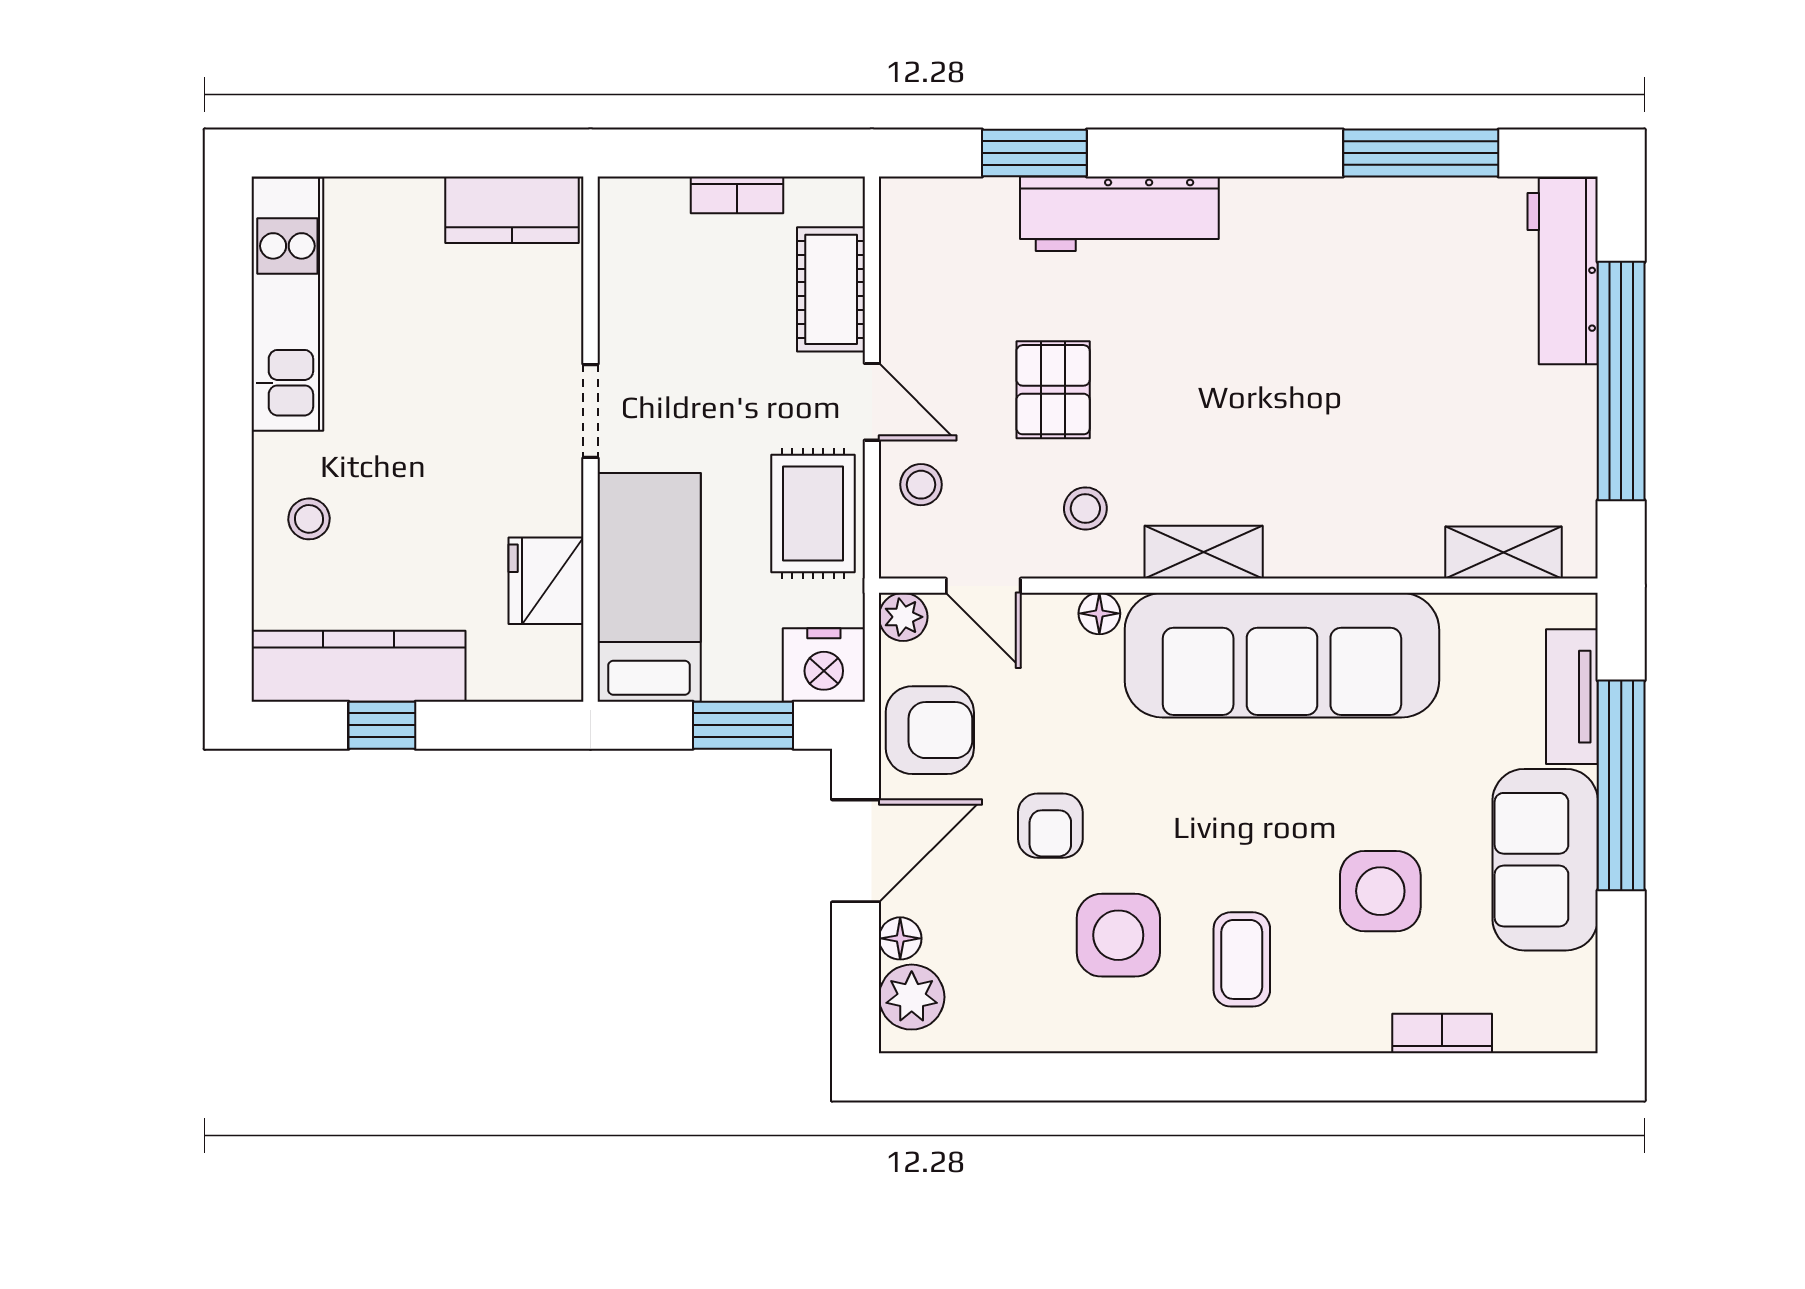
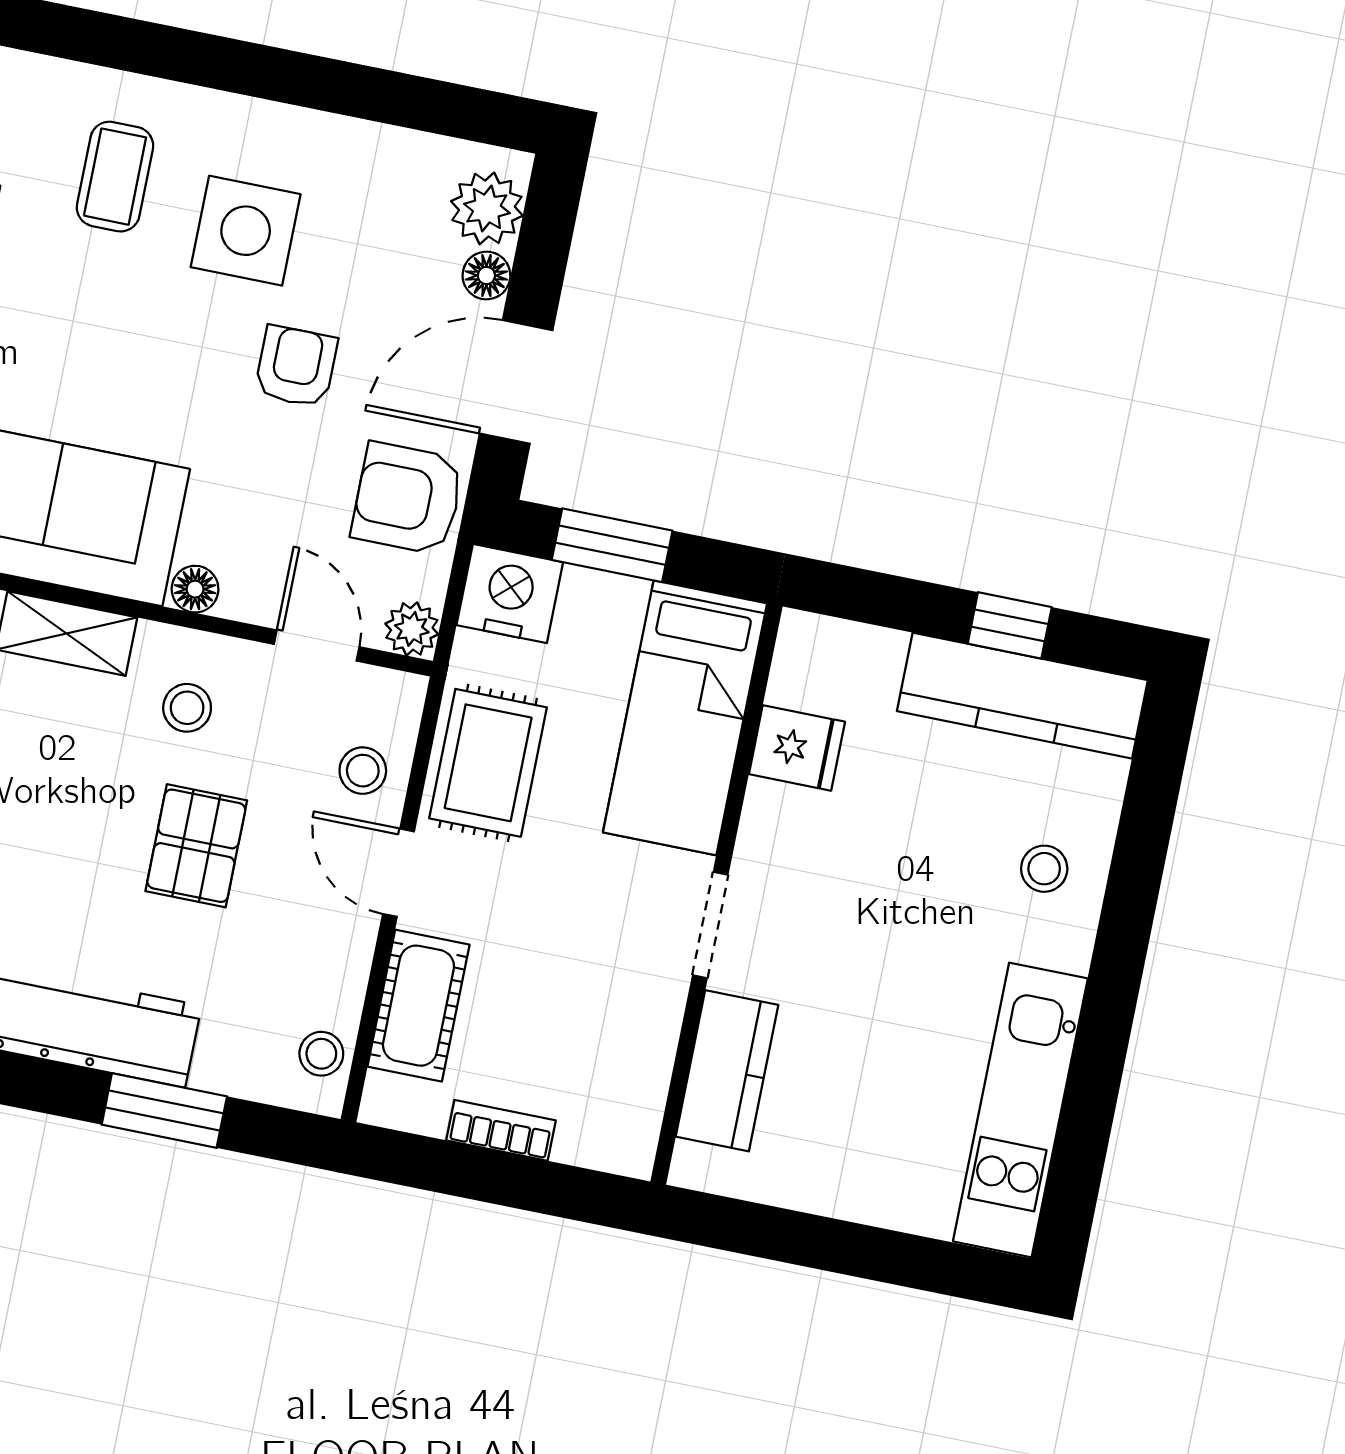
kitchen counter: (512, 210) -> (727, 1071), moved, turned 90
stool: (907, 230) -> (321, 1054), added
fridge: (546, 581) -> (797, 748), width x0.72

